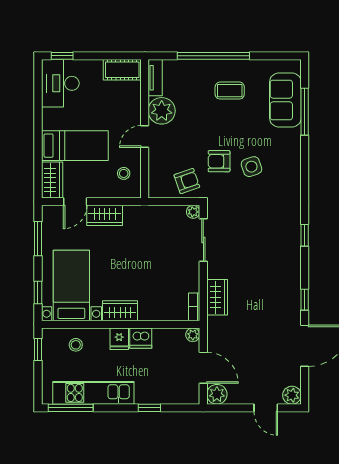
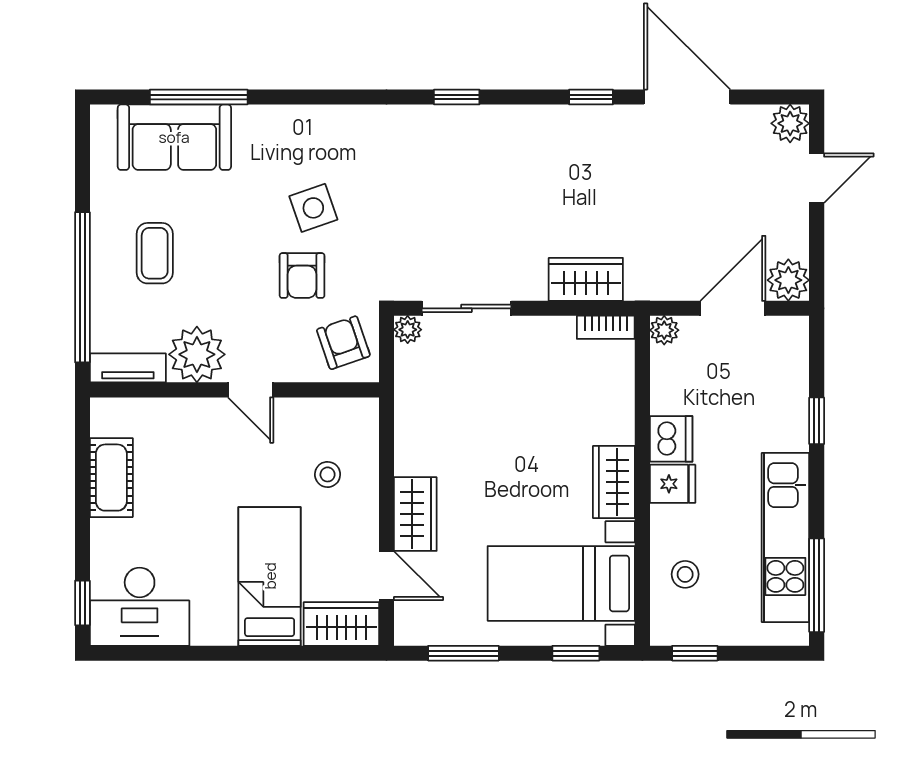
tv unit: (155, 78) -> (128, 368), moved
plant: (162, 111) -> (197, 354), moved
wall: (145, 129) -> (234, 390), moved
door: (145, 137) -> (251, 390), moved

